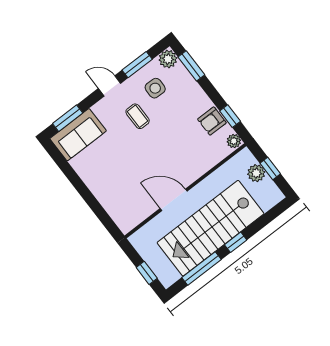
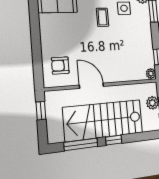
armchair: (212, 121) -> (60, 66), moved
window: (147, 273) -> (41, 111), moved

